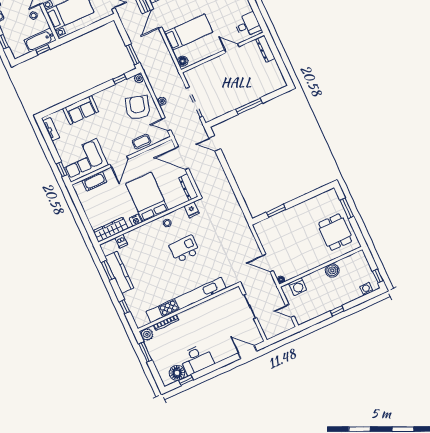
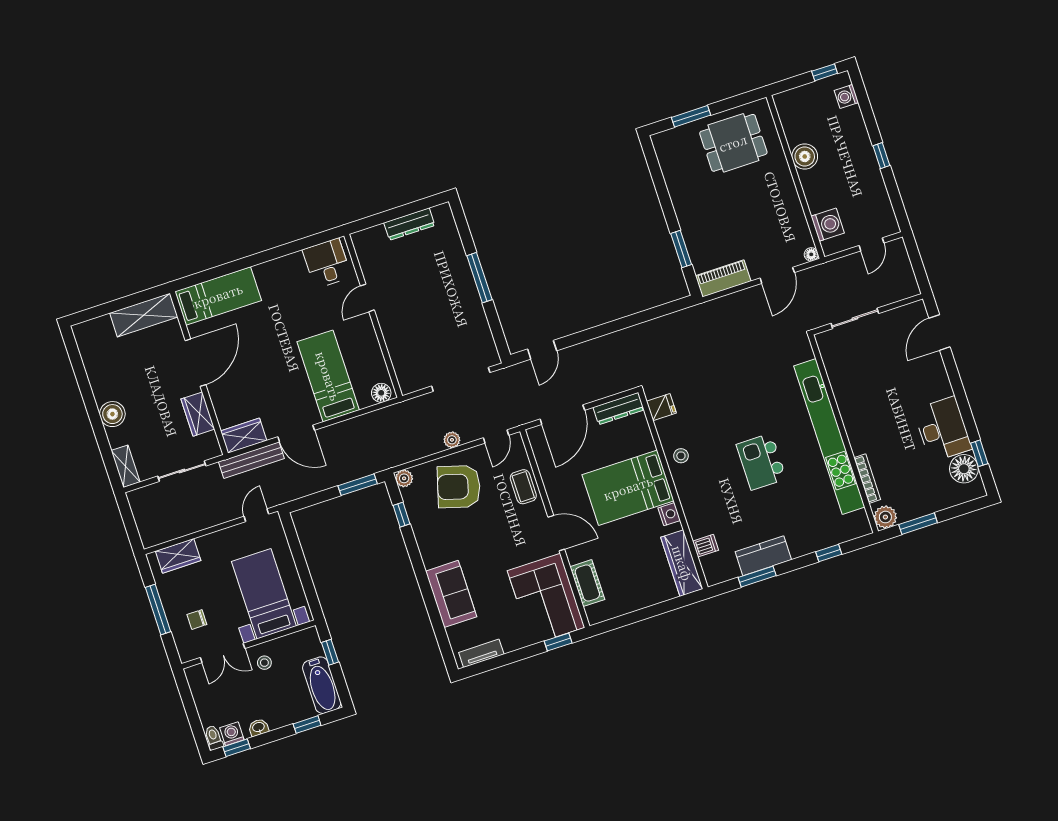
bathtub: (40, 40) -> (322, 685), moved
dresser: (265, 49) -> (409, 224), moved
piano: (263, 235) -> (723, 278), added
kitchen island: (184, 249) -> (761, 462), moved
kitchen counter: (119, 272) -> (763, 556), width x0.67

